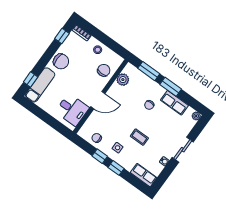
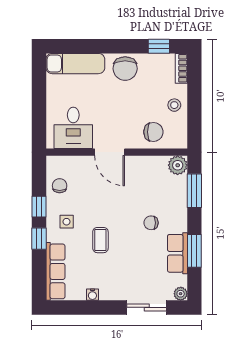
window: (31, 79) -> (74, 46), removed
plant: (123, 80) -> (178, 165), moved
window: (171, 87) -> (194, 251), moved
sliding door: (183, 150) -> (147, 307), moved
row of seats: (144, 175) -> (55, 271), width x1.48

